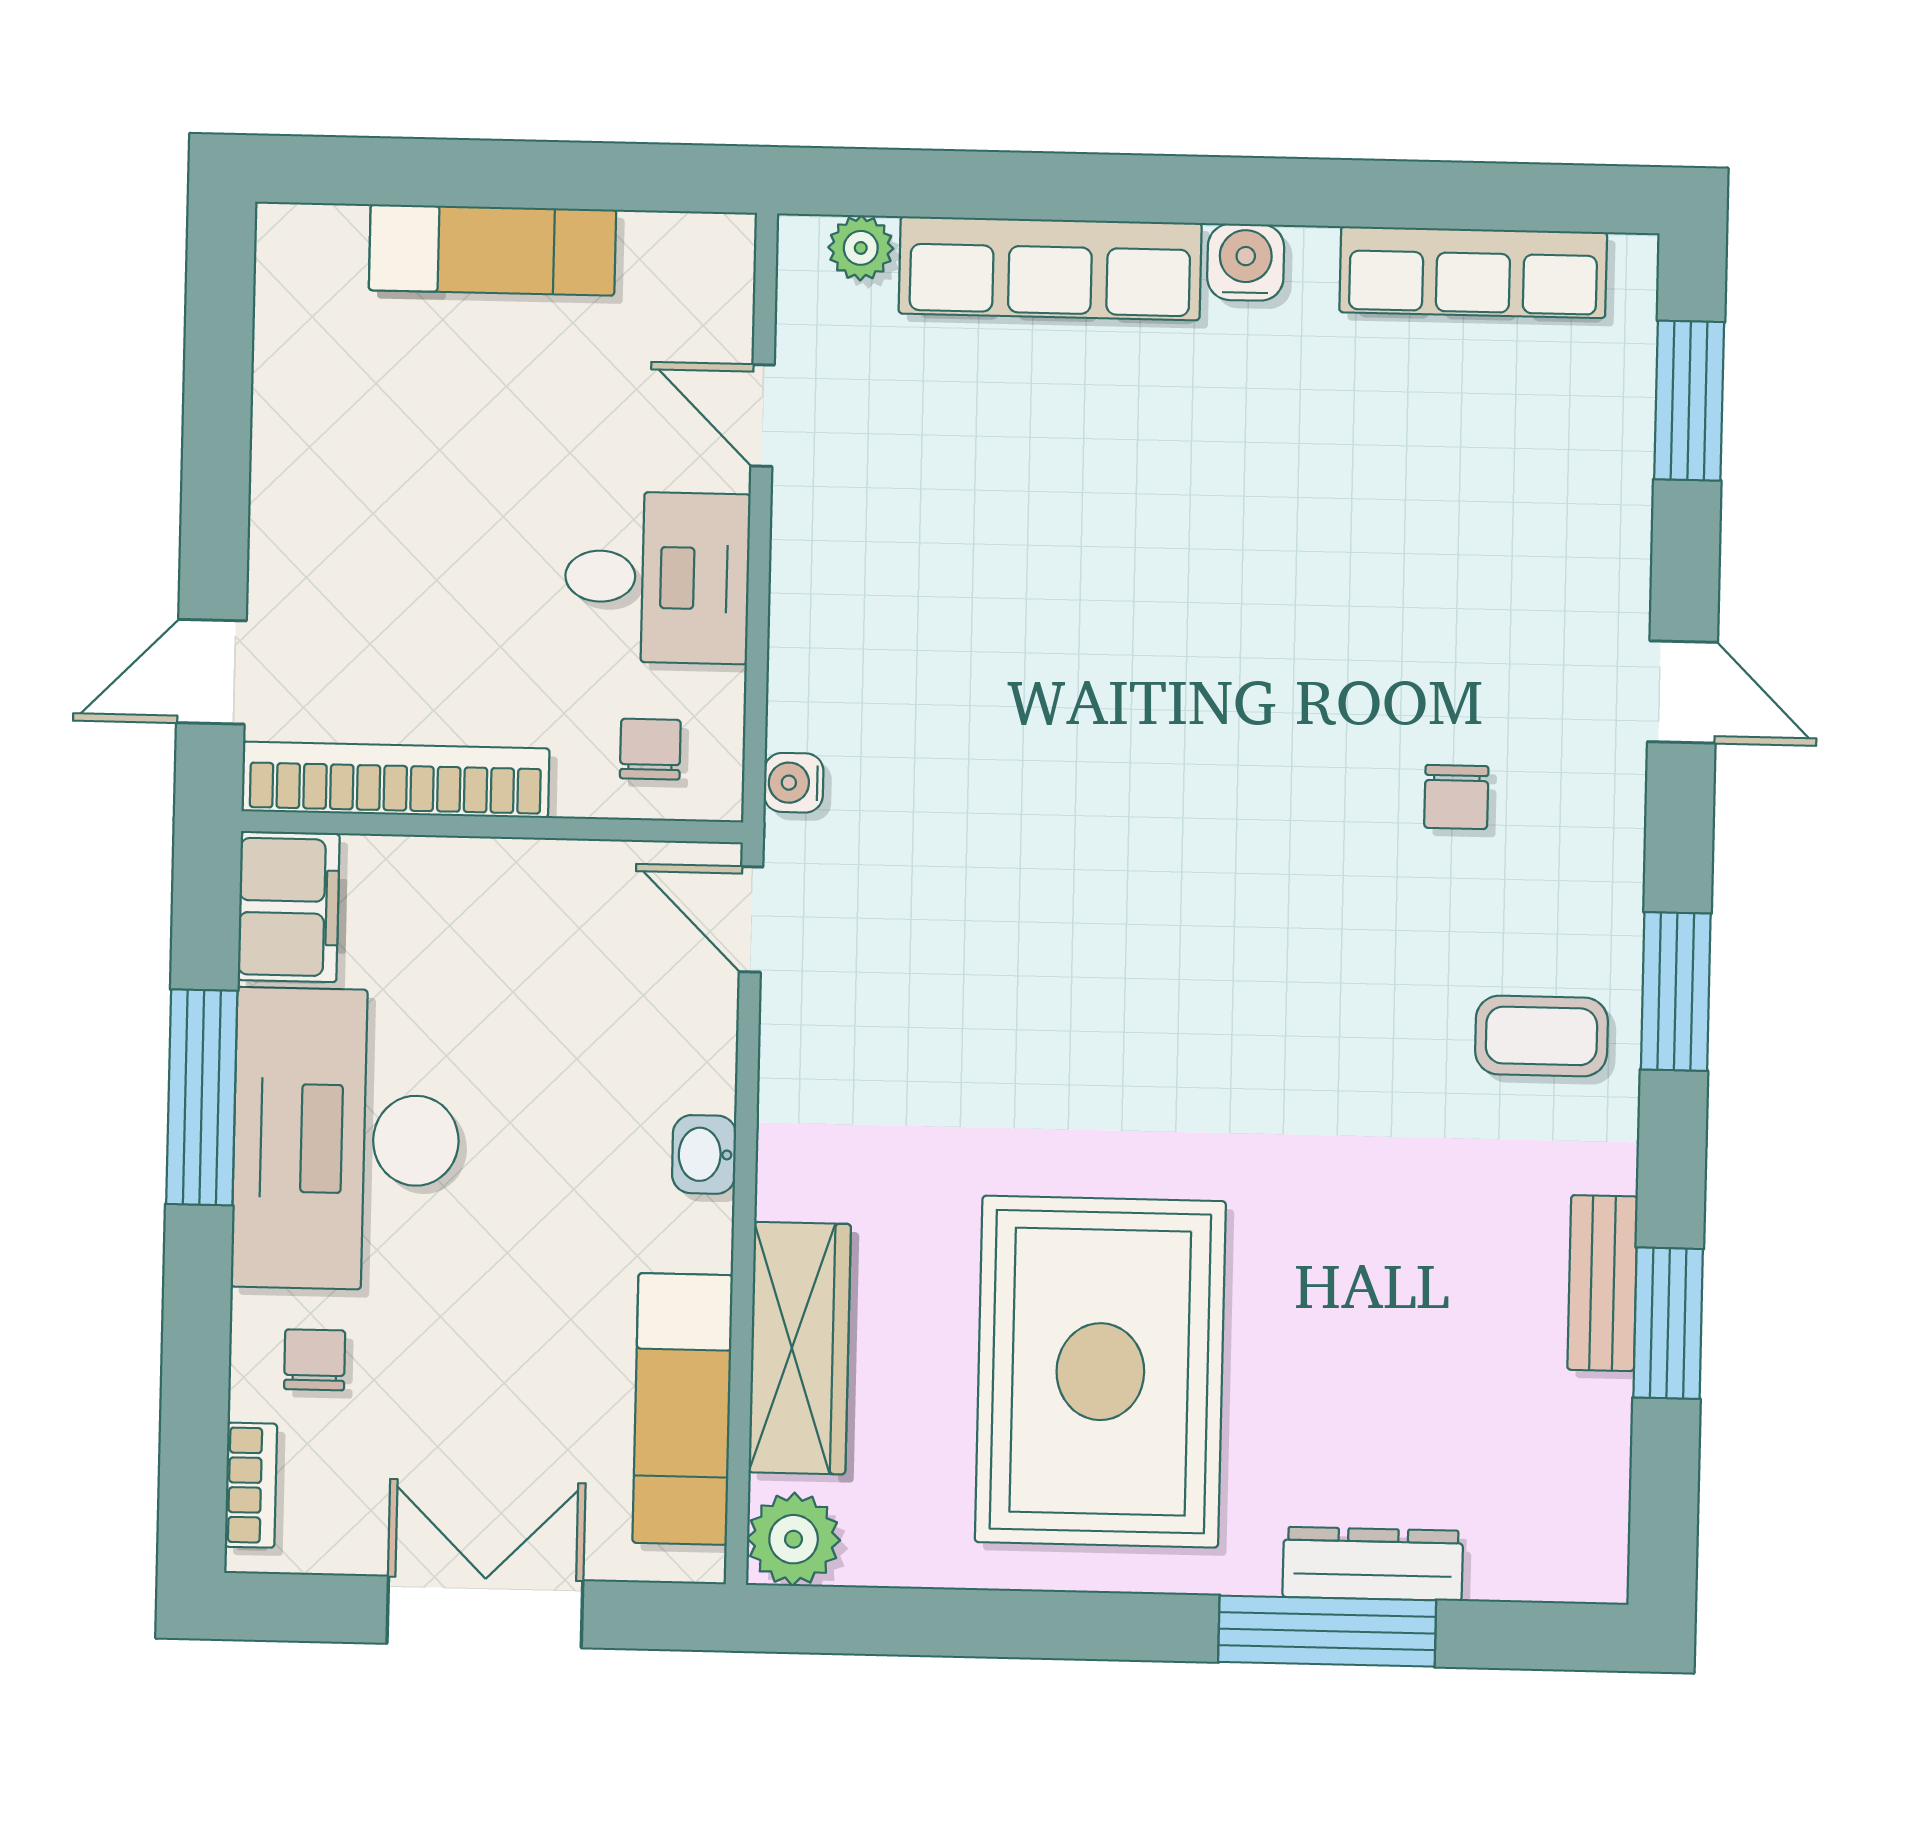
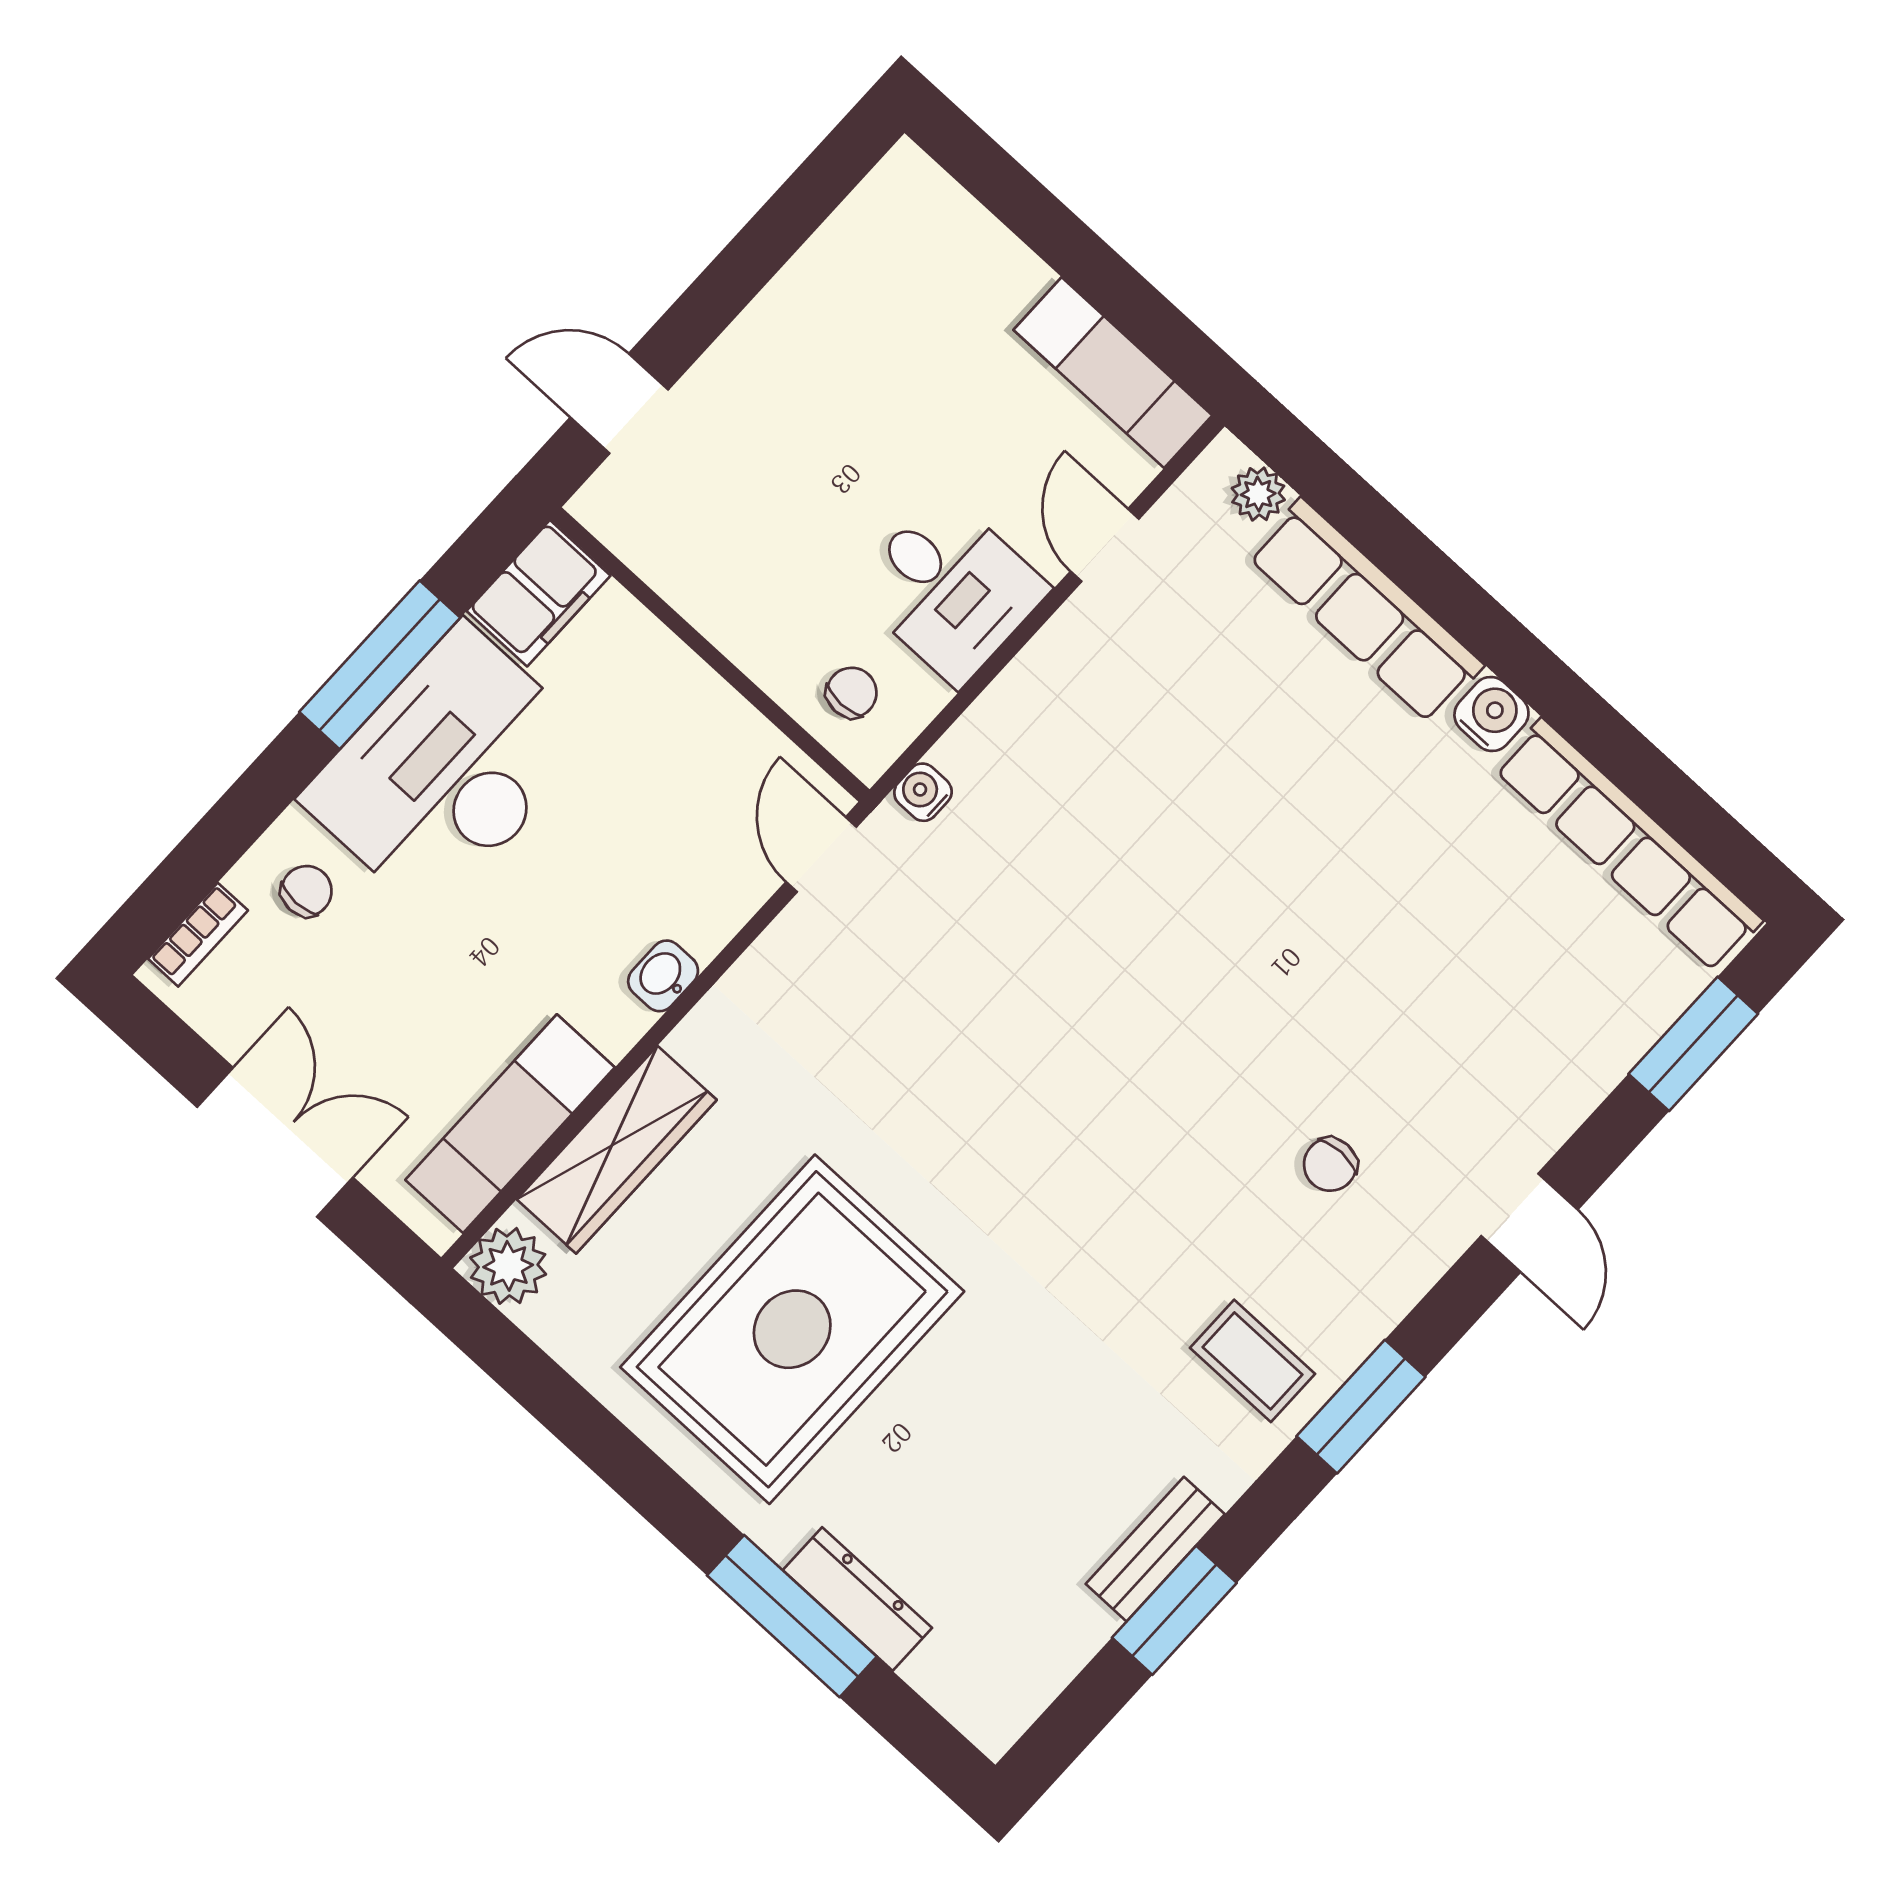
exam couch: (493, 250) -> (1113, 373), moved
row of seats: (1473, 272) -> (1628, 845), width x1.36
bookcase: (395, 780) -> (675, 572), removed

